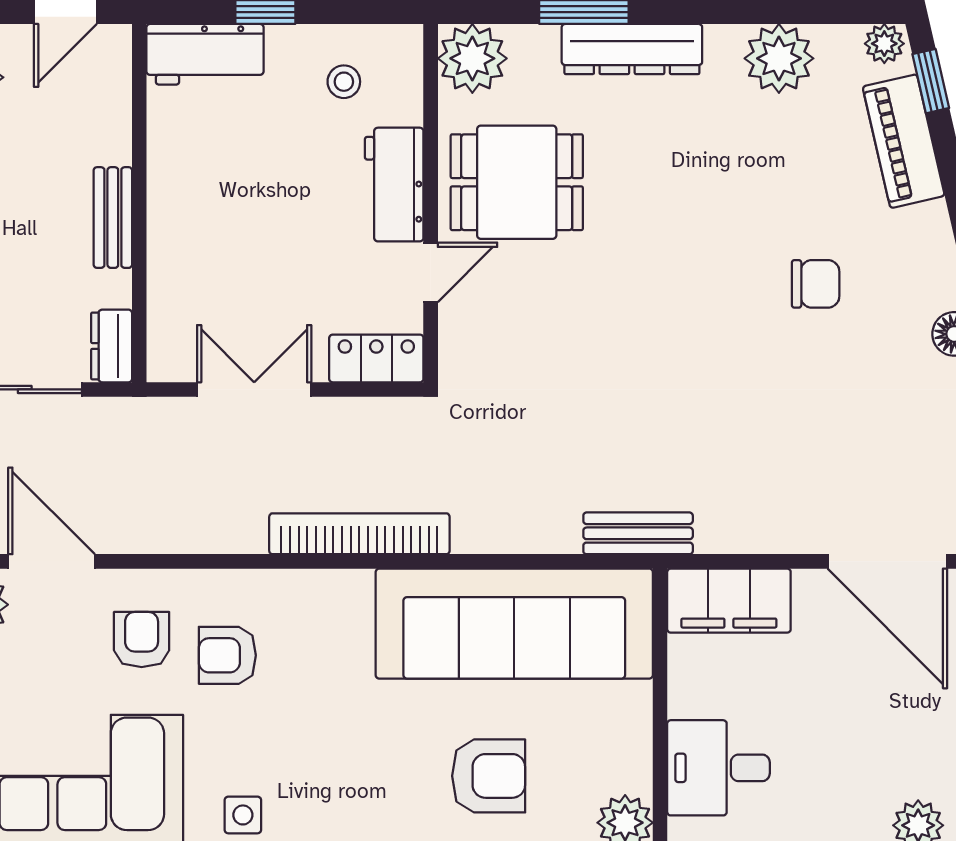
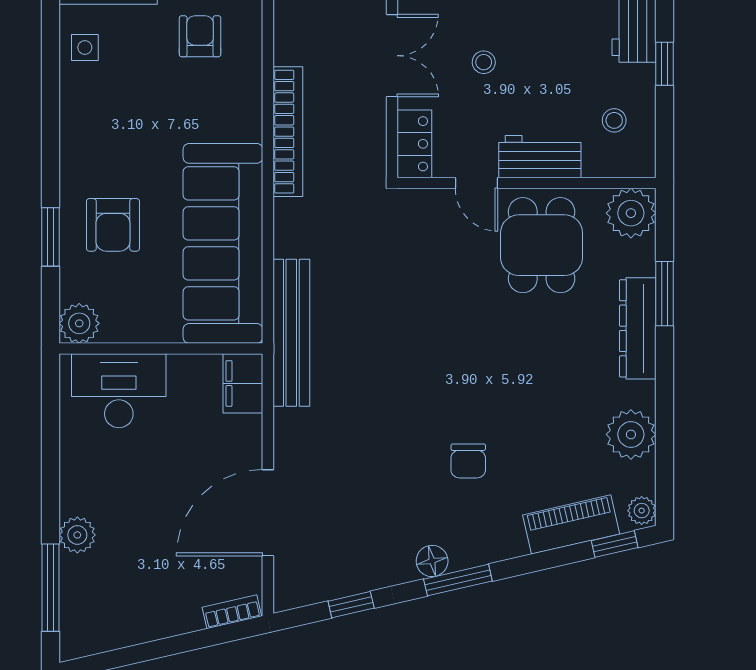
stool: (263, 262) -> (484, 62), added
bench: (638, 533) -> (291, 333), width x1.86, depth x1.21
filing cabinet: (729, 601) -> (243, 383), width x0.67, depth x0.86
desk: (718, 768) -> (119, 391), width x1.37

